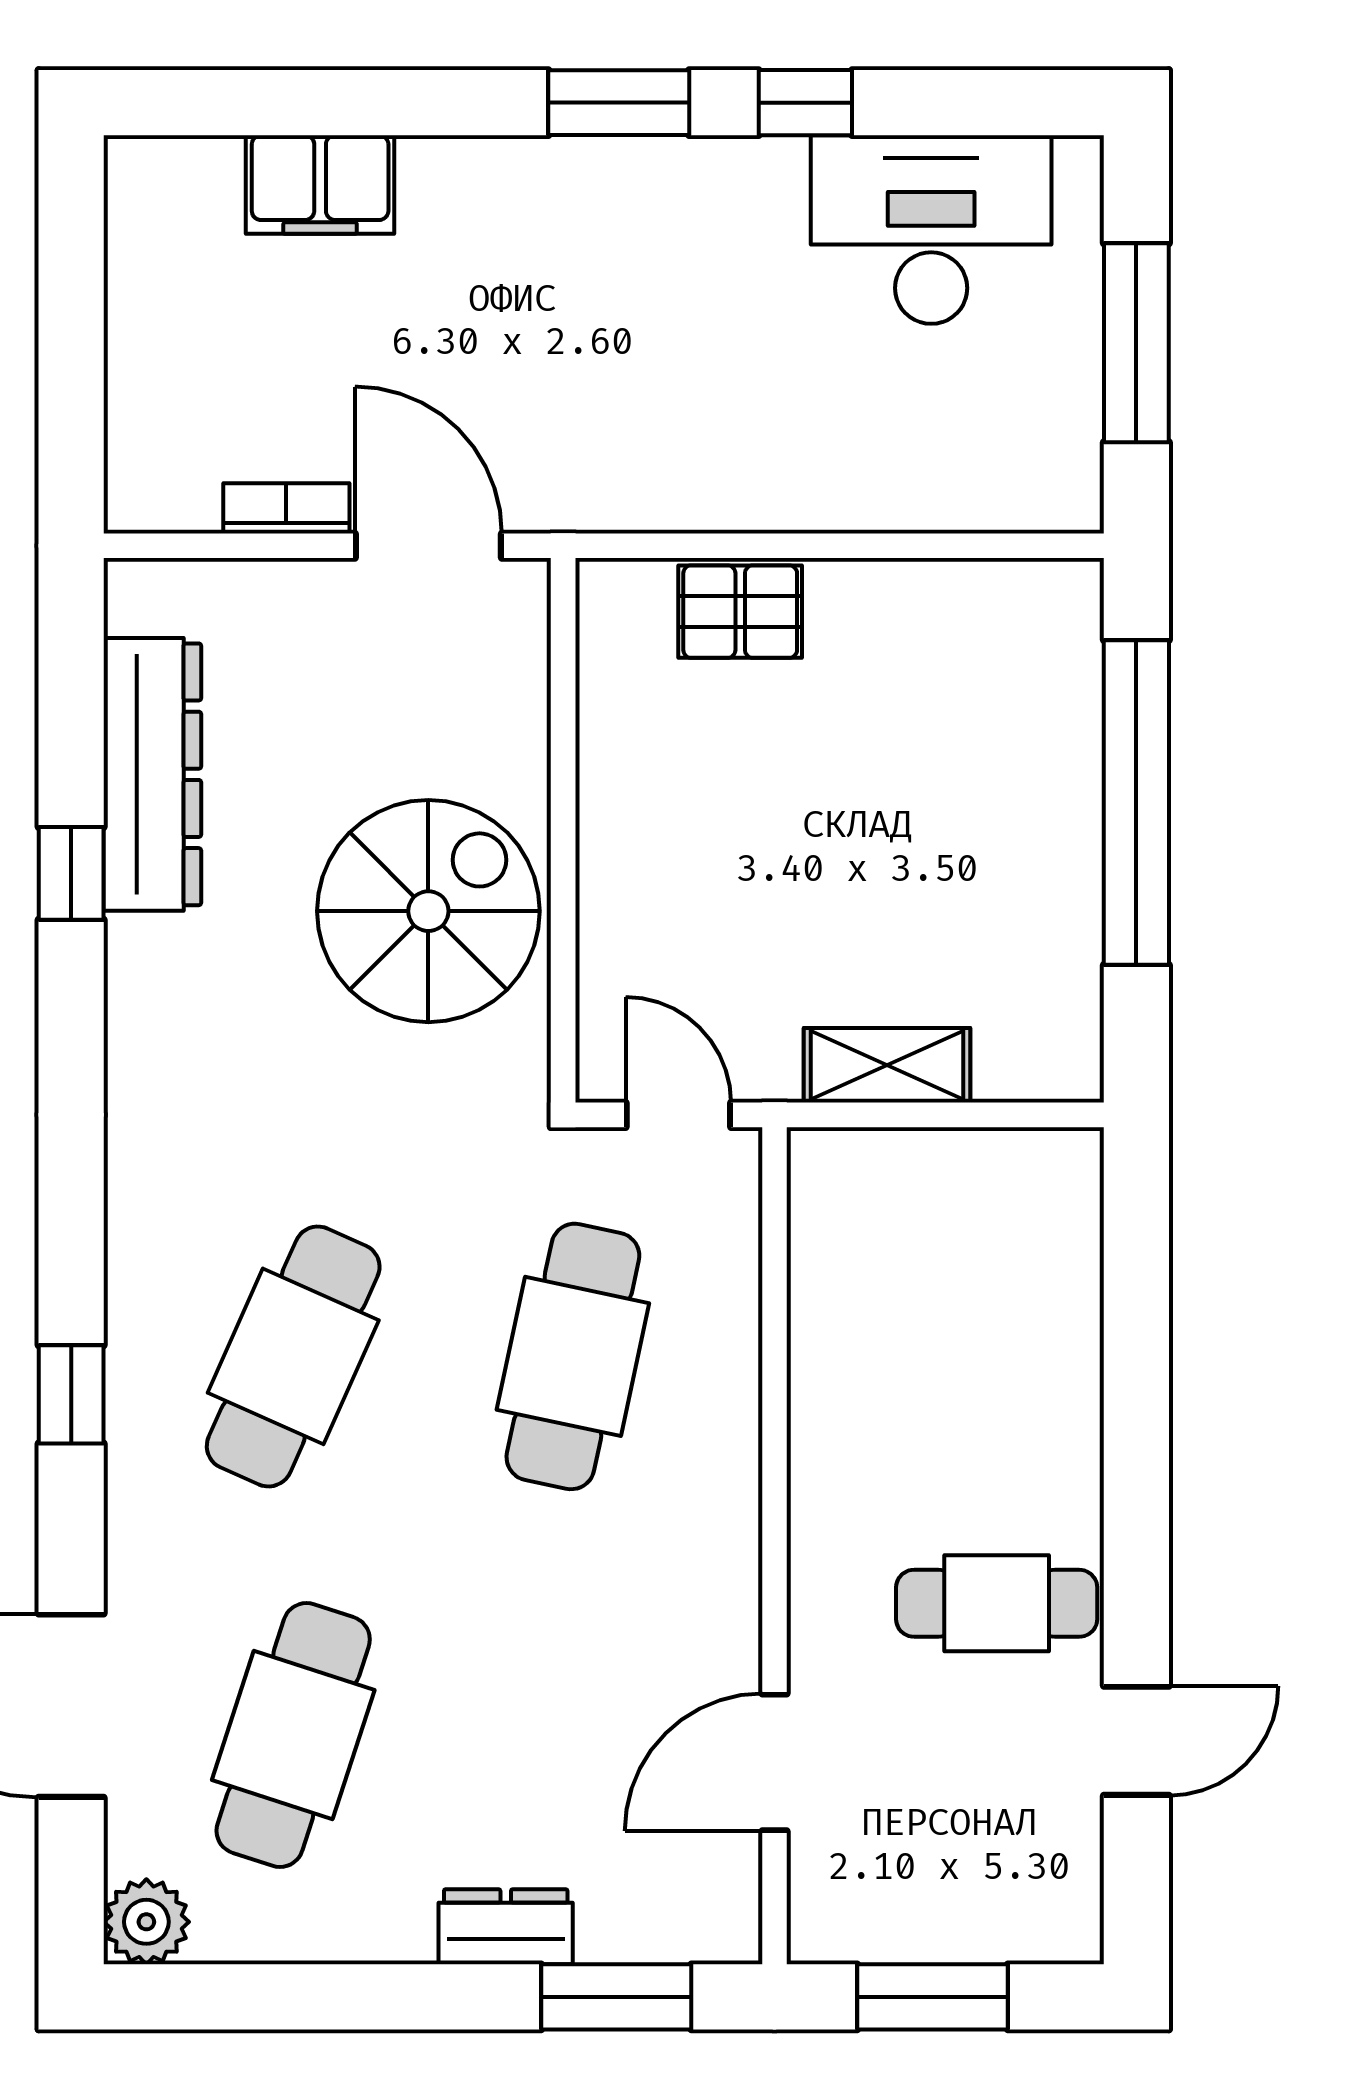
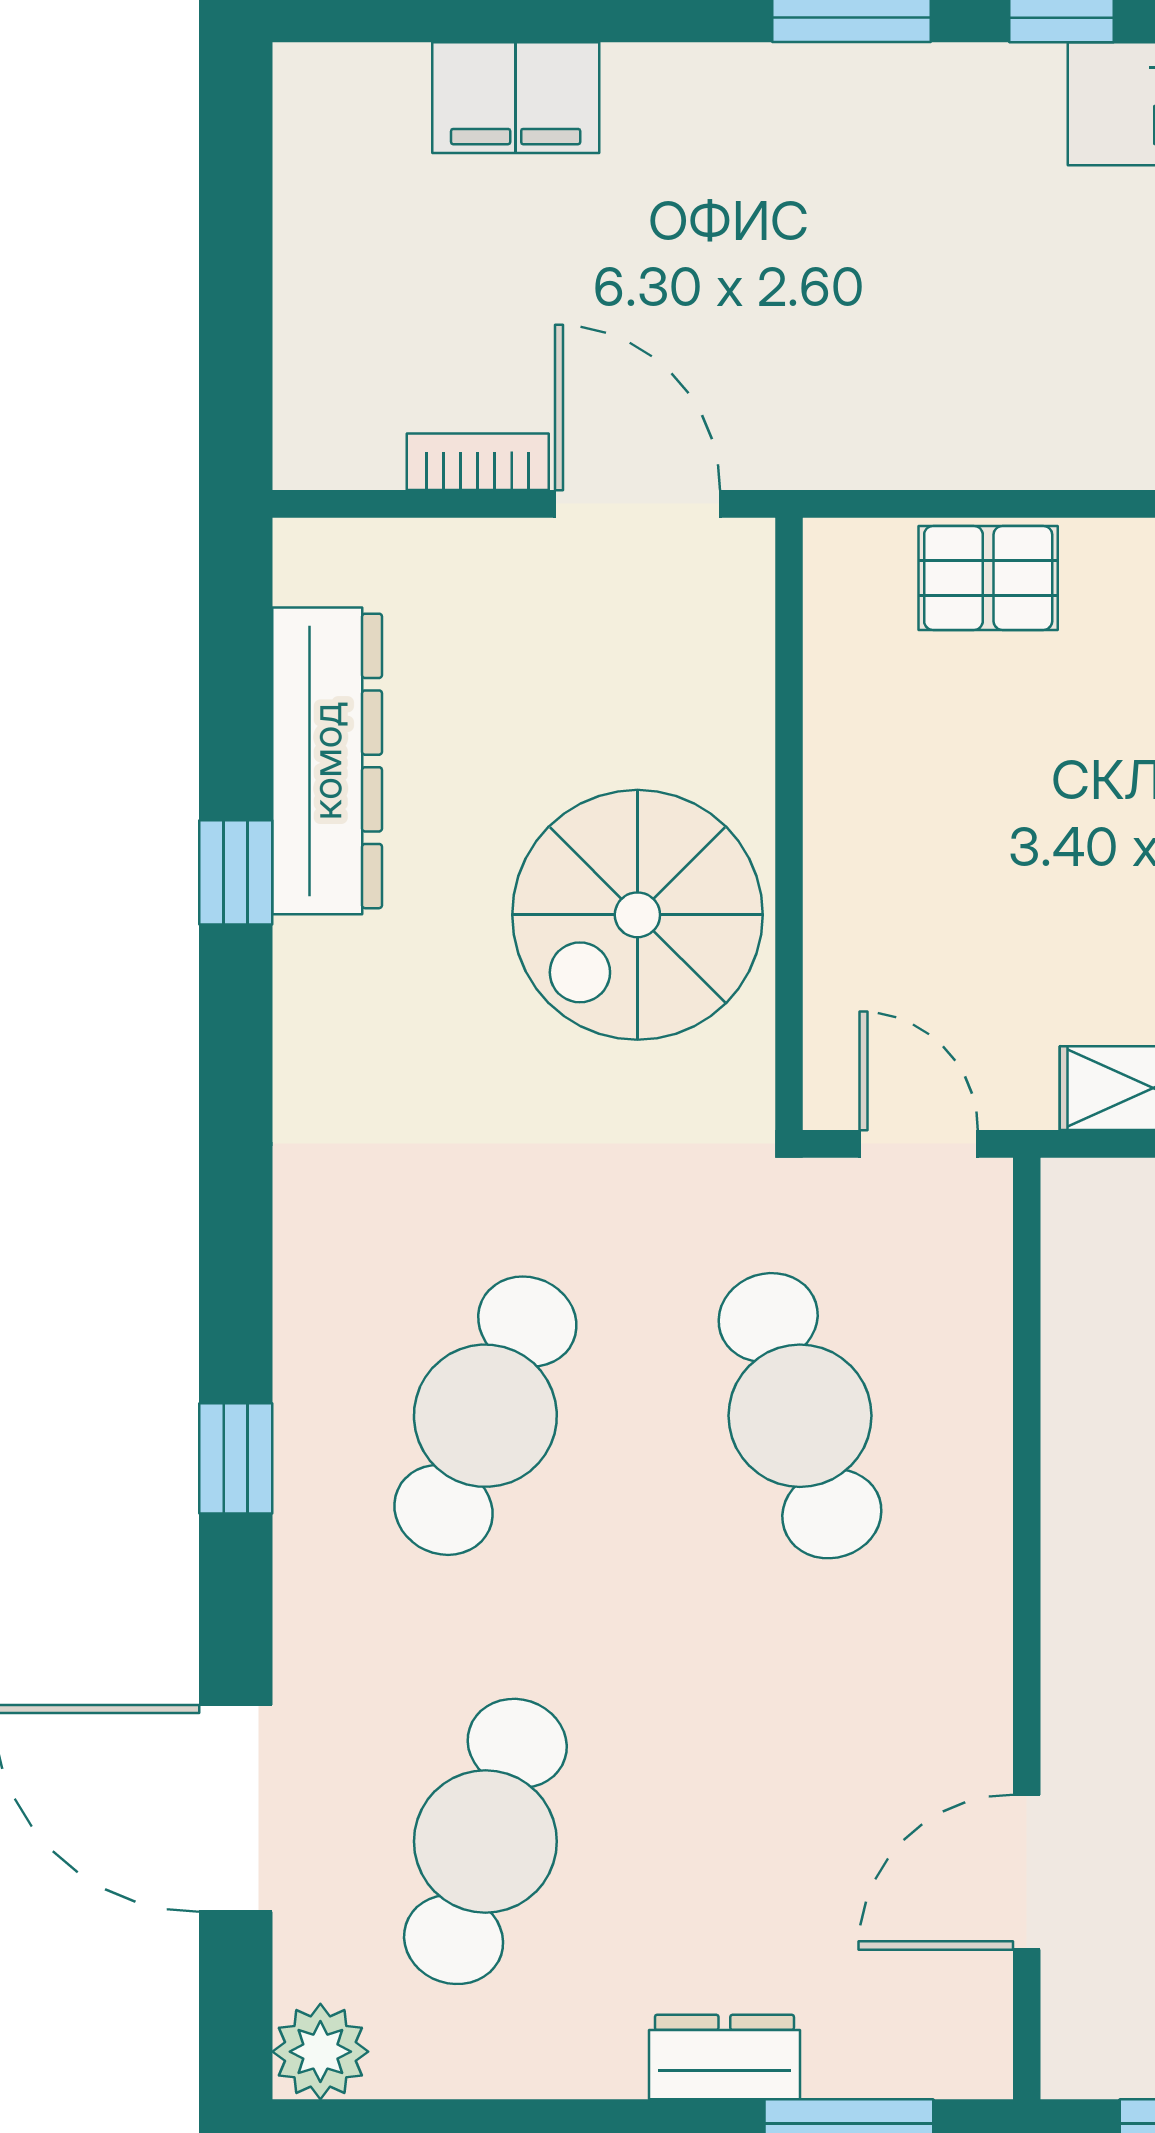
spiral stairs: (428, 911) -> (637, 915), turned 180
cafe table: (573, 1356) -> (800, 1416), turned -30

